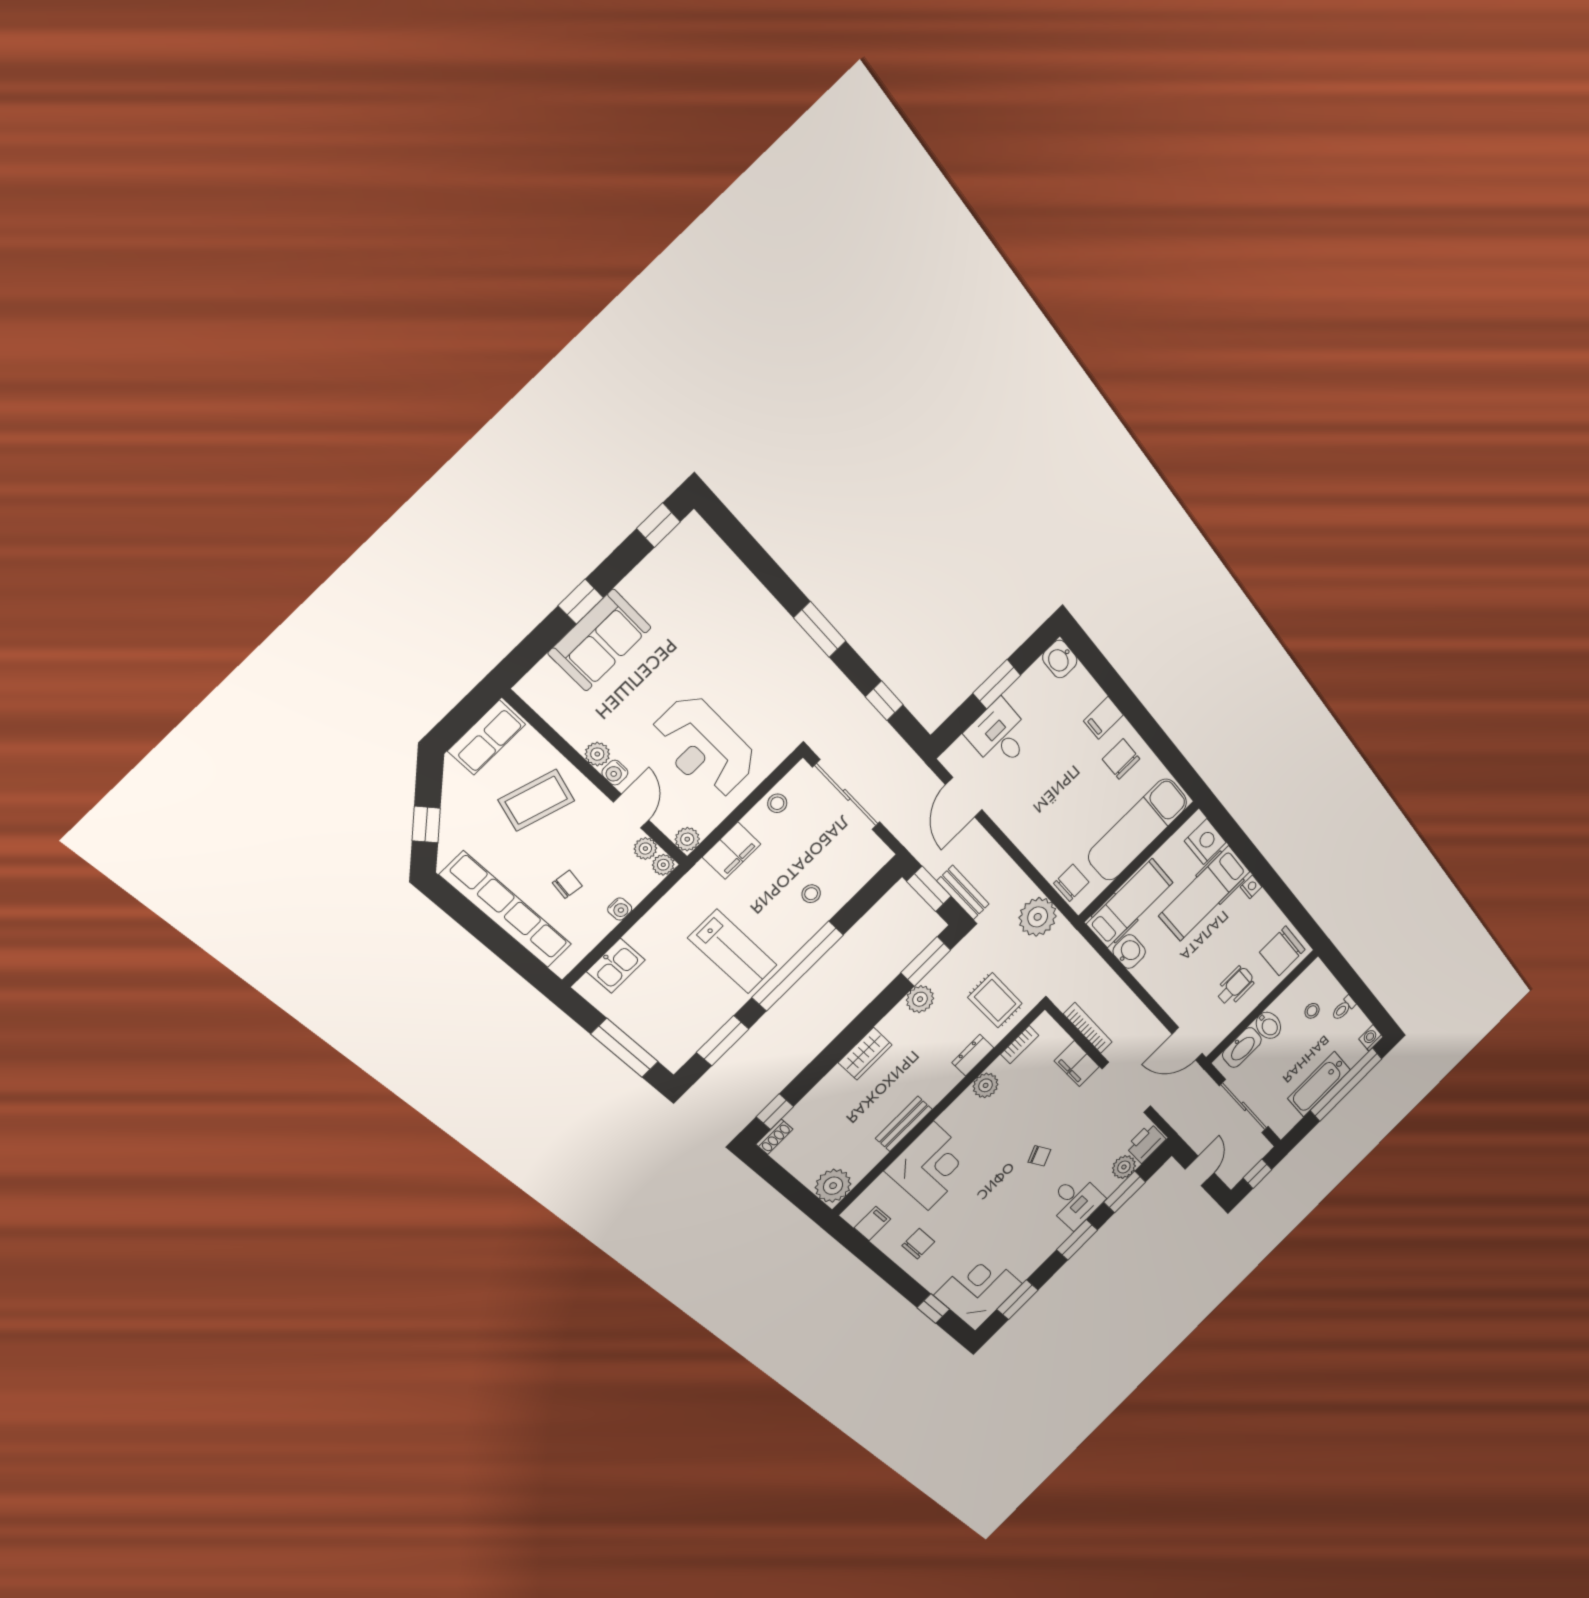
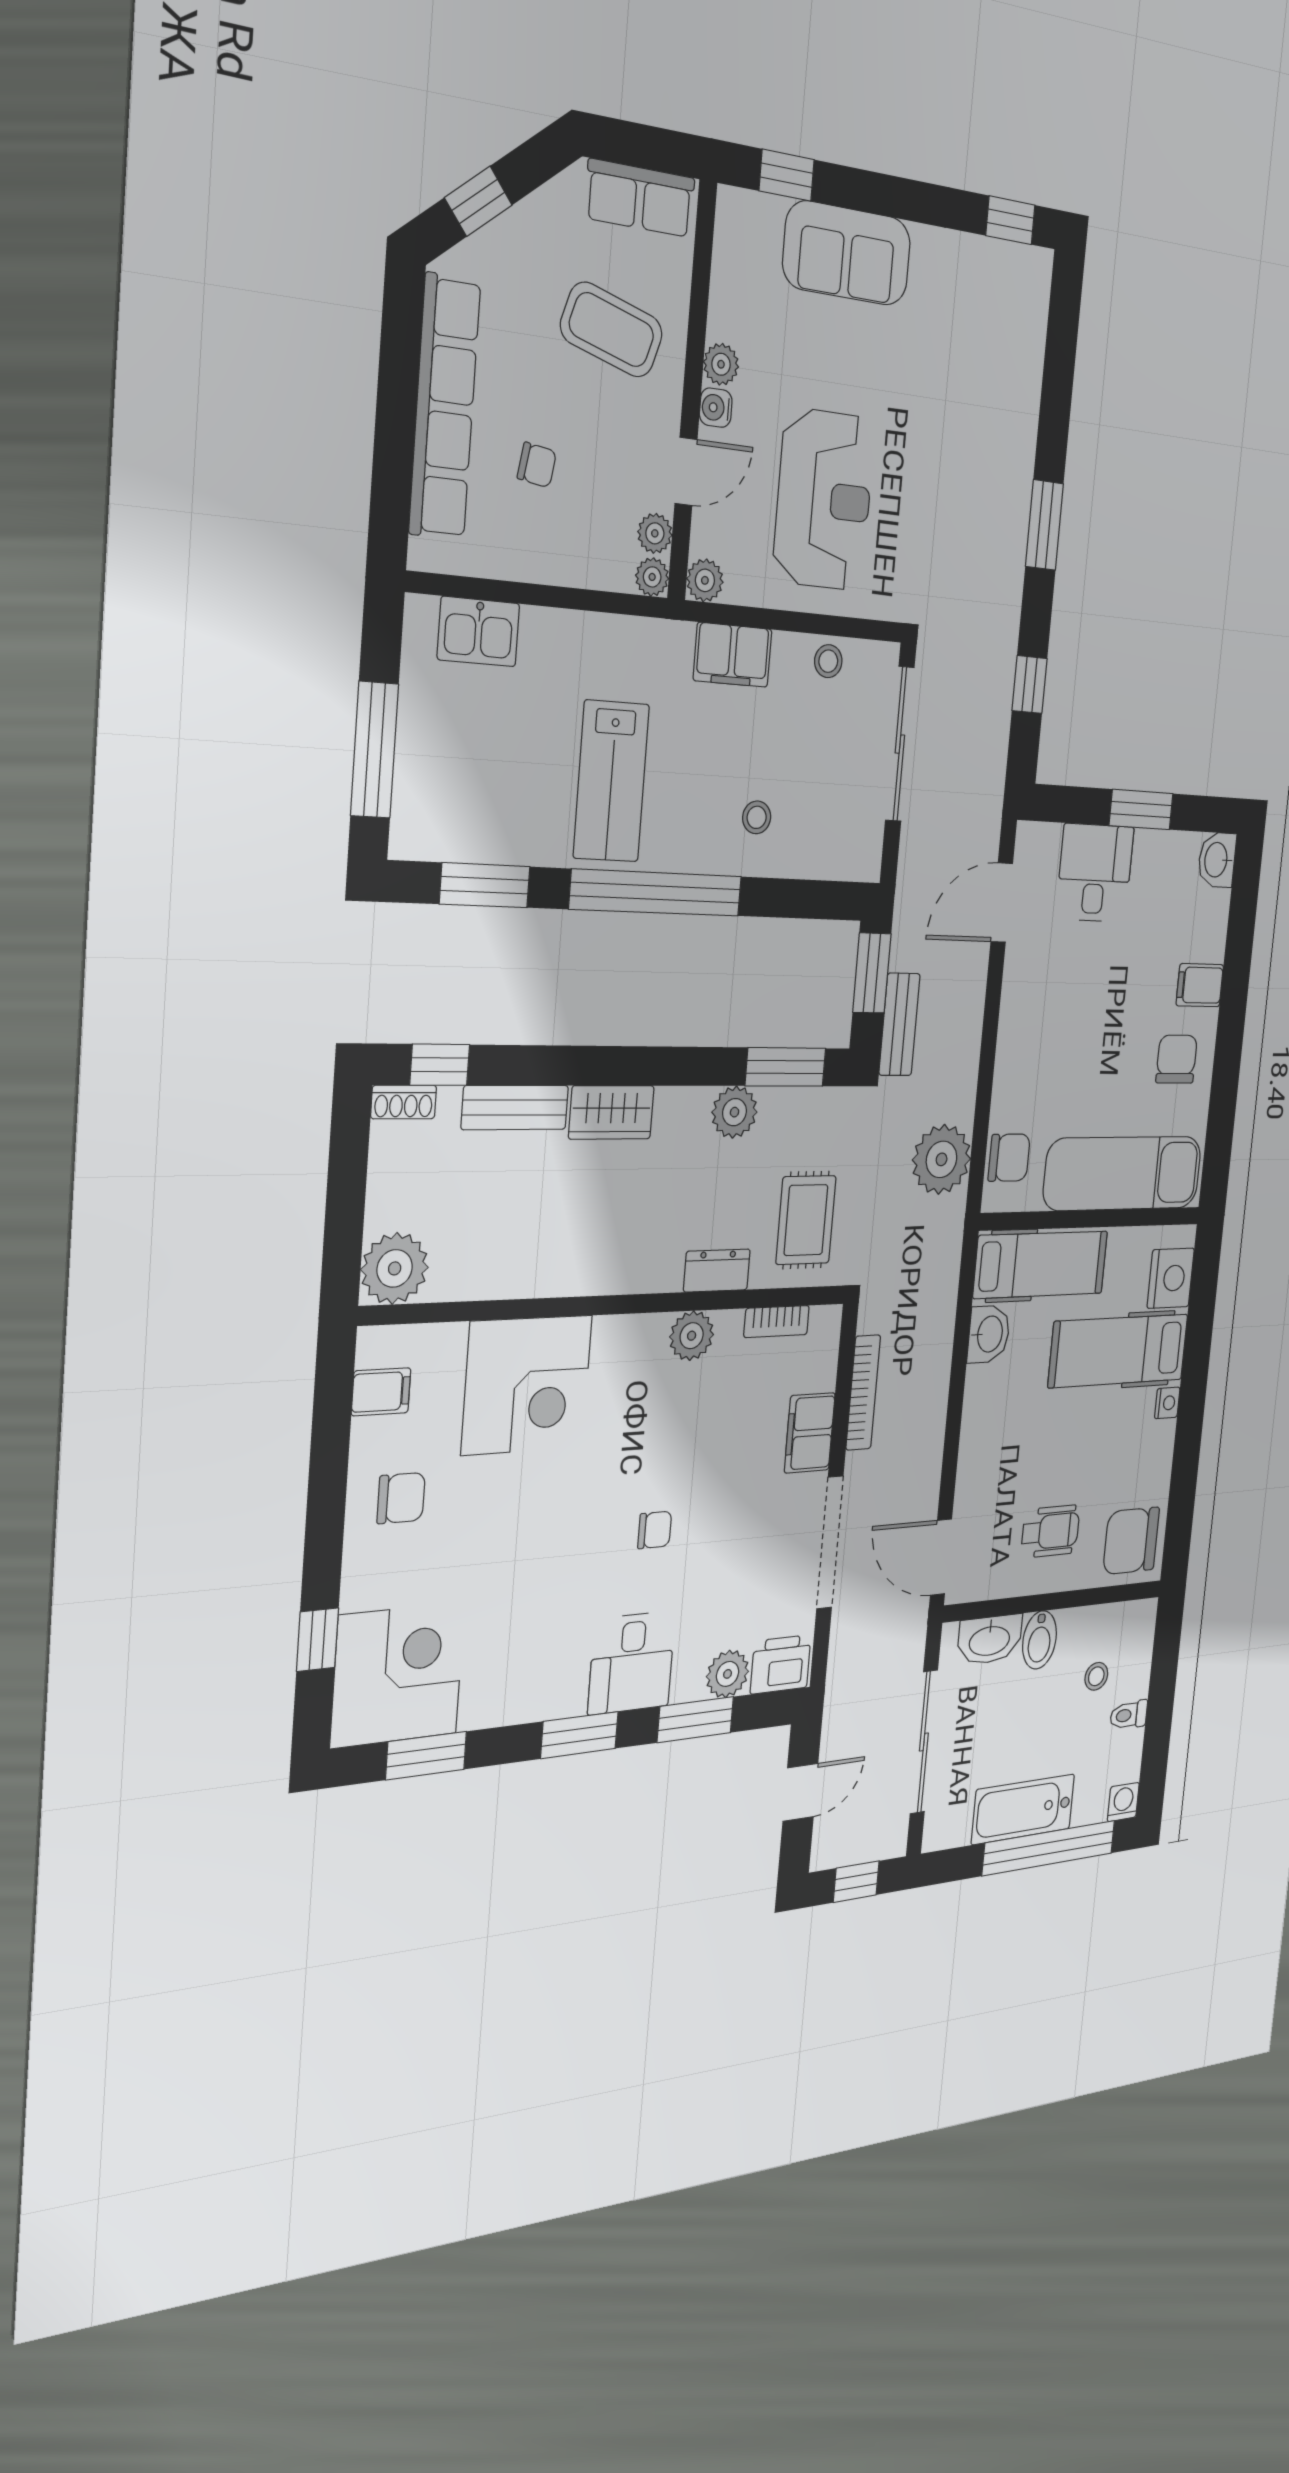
window: (581, 602) -> (787, 175), moved
reception desk: (704, 747) -> (824, 500), turned 180
water cooler: (620, 909) -> (556, 568), removed
bench: (904, 1124) -> (515, 1107), moved
chair: (1039, 1156) -> (655, 1530), turned -64

